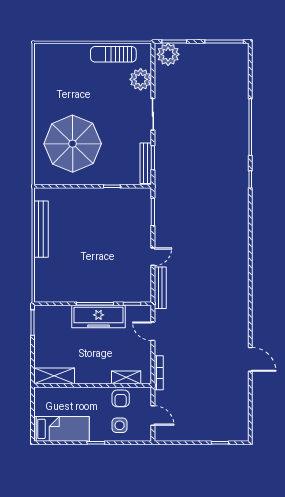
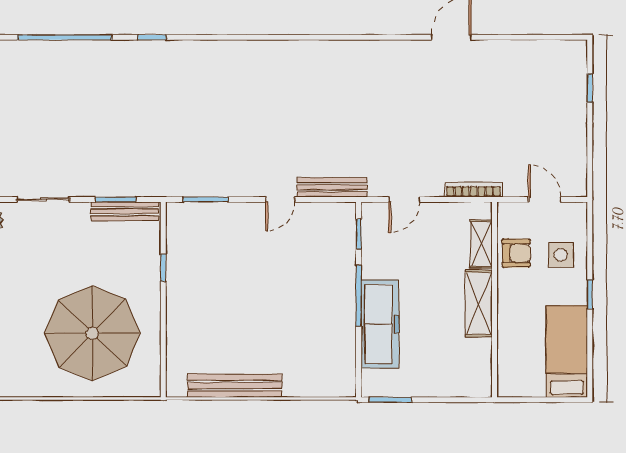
door: (153, 257) -> (280, 199), swing flipped
freezer: (98, 317) -> (380, 324), moved
shelving: (54, 376) -> (479, 304), moved
door: (153, 415) -> (545, 199), hinge flipped

